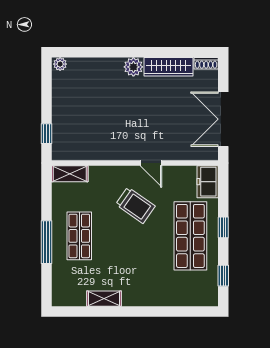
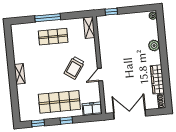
plant: (133, 67) -> (154, 46), moved
shelving: (104, 299) -> (20, 74), moved

